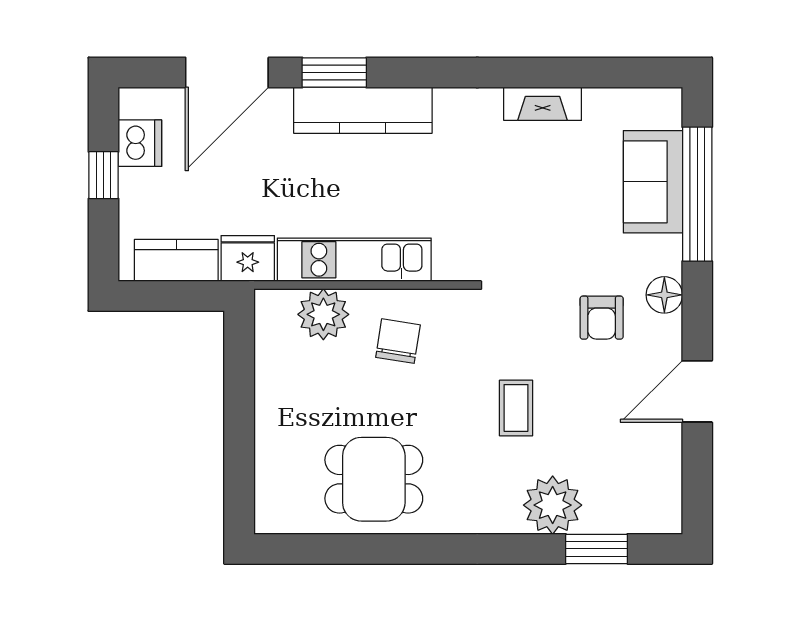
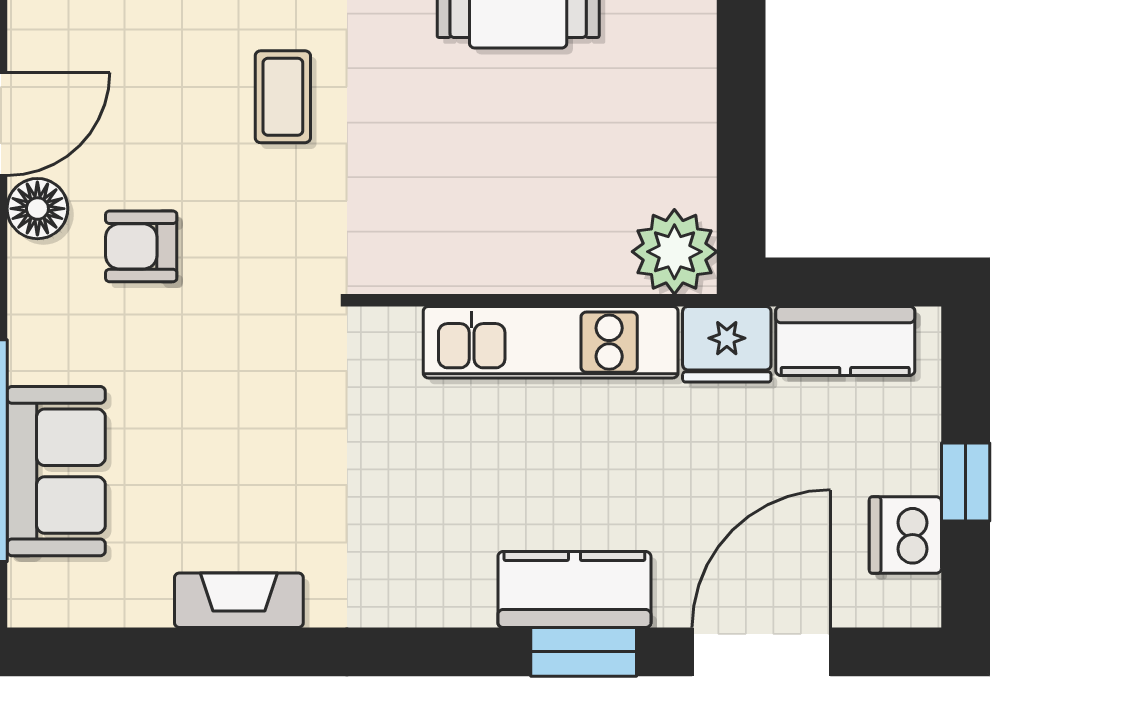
kitchen counter: (363, 110) -> (574, 590), width x0.67
floor lamp: (664, 295) -> (37, 209), moved
plant: (323, 314) -> (674, 252), moved
armchair: (602, 318) -> (141, 246), turned -90
chair: (398, 341) -> (478, 208), removed

